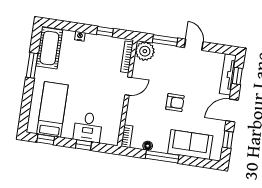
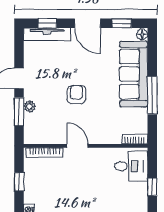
plant: (145, 51) -> (30, 106), moved, width x0.53, depth x0.53
armchair: (175, 103) -> (76, 95), moved
desk: (88, 127) -> (131, 166), moved
sofa: (190, 145) -> (134, 74), width x1.36
floor lamp: (148, 146) -> (142, 34), moved

